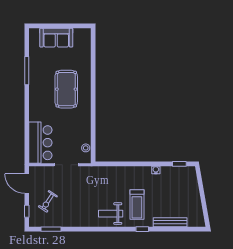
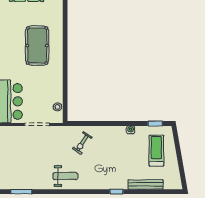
exercise bike: (48, 201) -> (82, 143), moved
treadmill: (137, 204) -> (156, 151), moved, turned 180
weight bench: (111, 214) -> (65, 176), moved, turned 180

